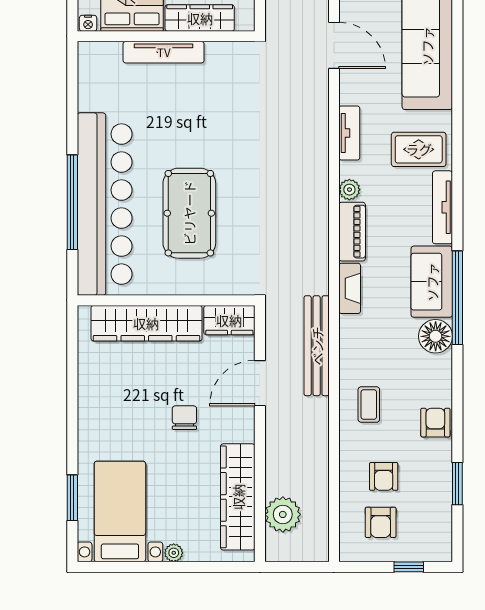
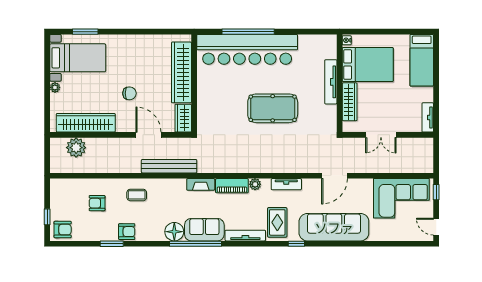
window: (457, 115) -> (296, 244), added
pool table: (189, 213) -> (273, 108), moved
window: (457, 484) -> (112, 244), moved
armchair: (381, 522) -> (63, 230), moved, turned 180

